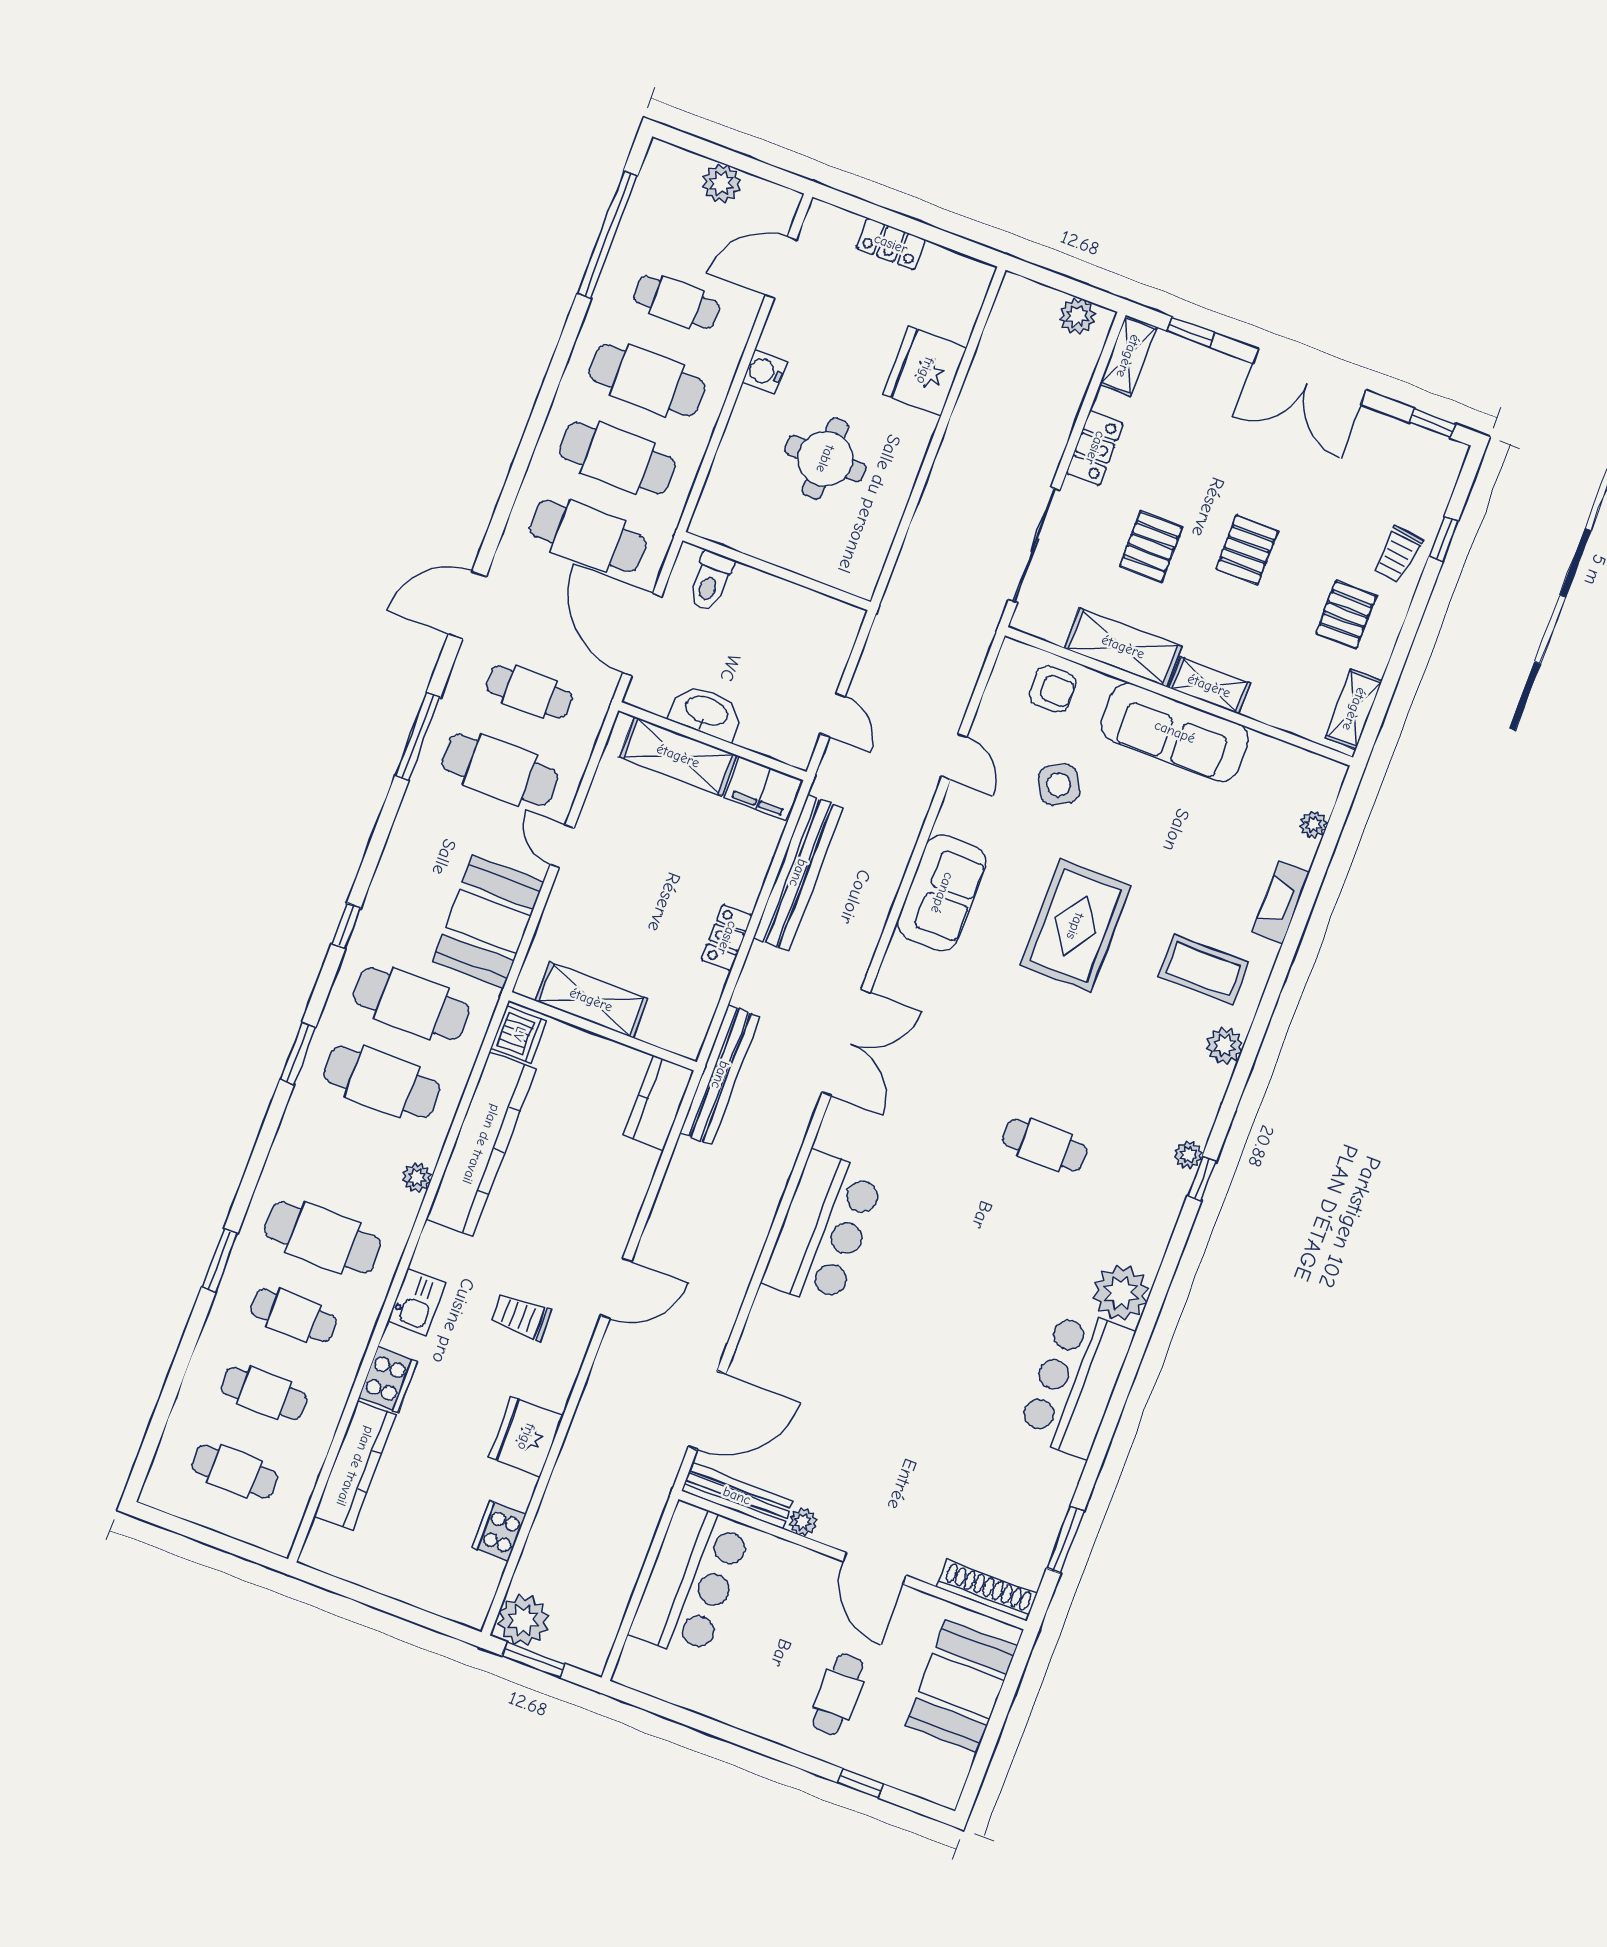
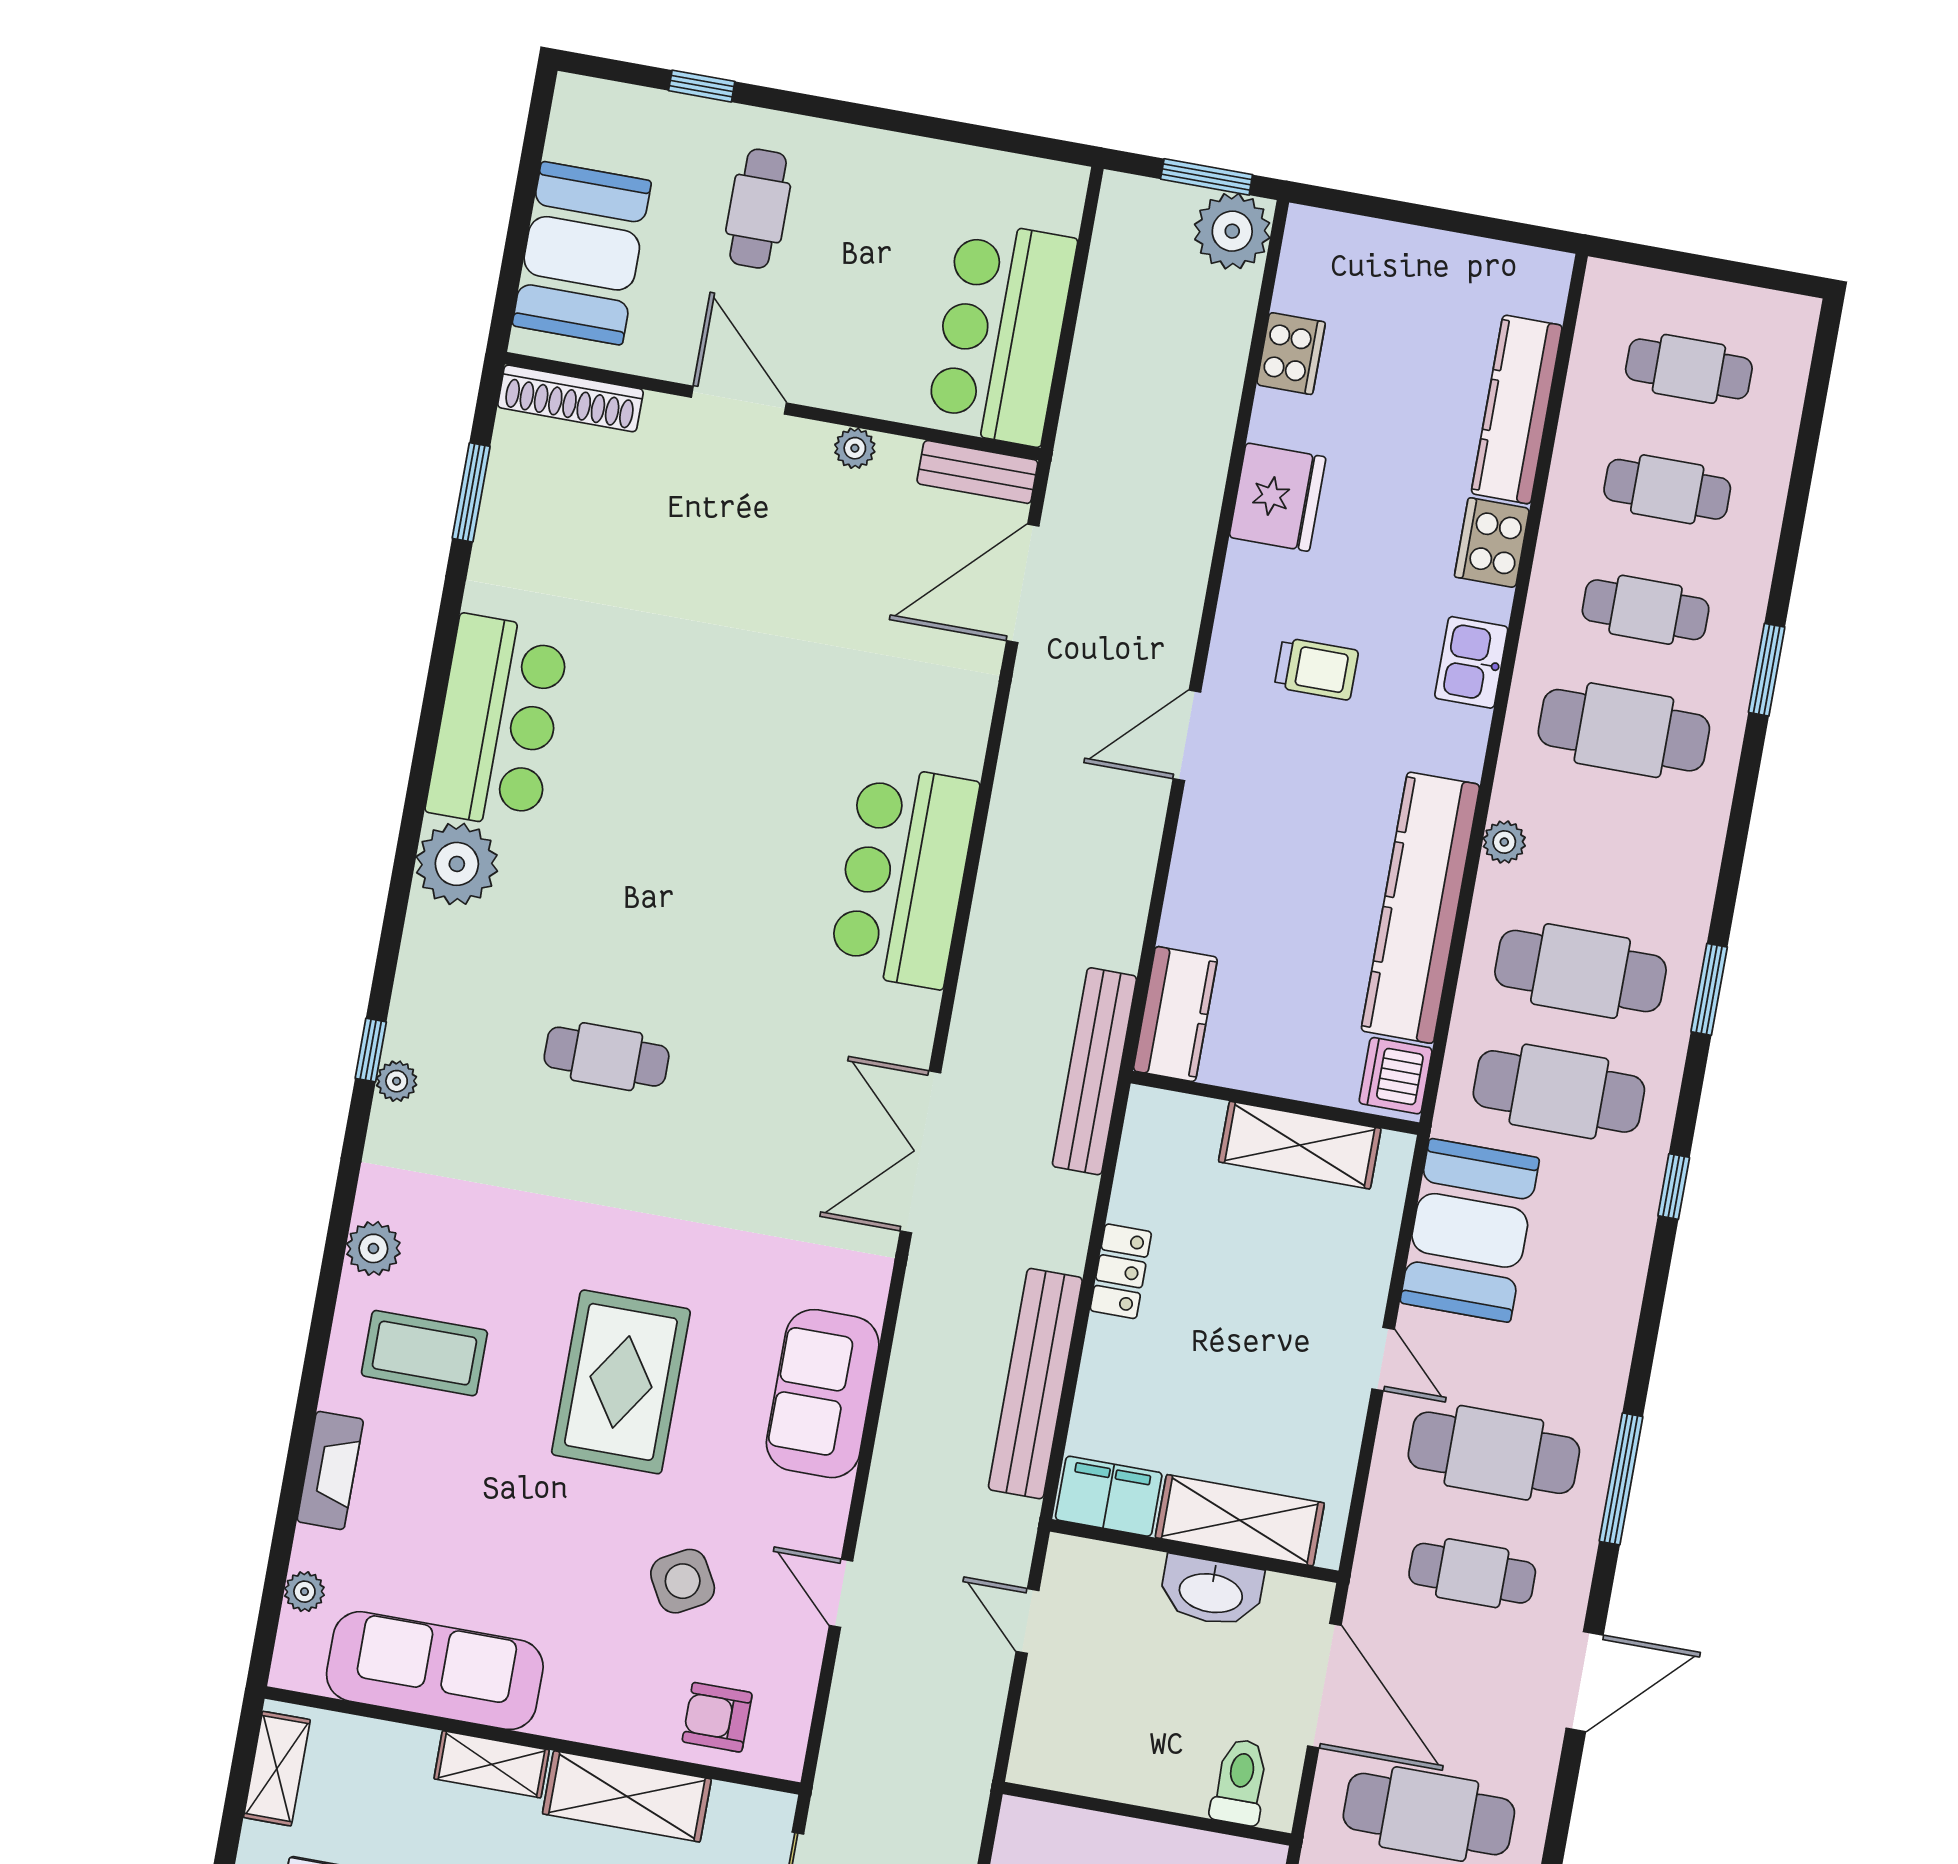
sofa: (1175, 732) -> (435, 1671), moved
bench: (737, 1496) -> (977, 472), width x0.73

